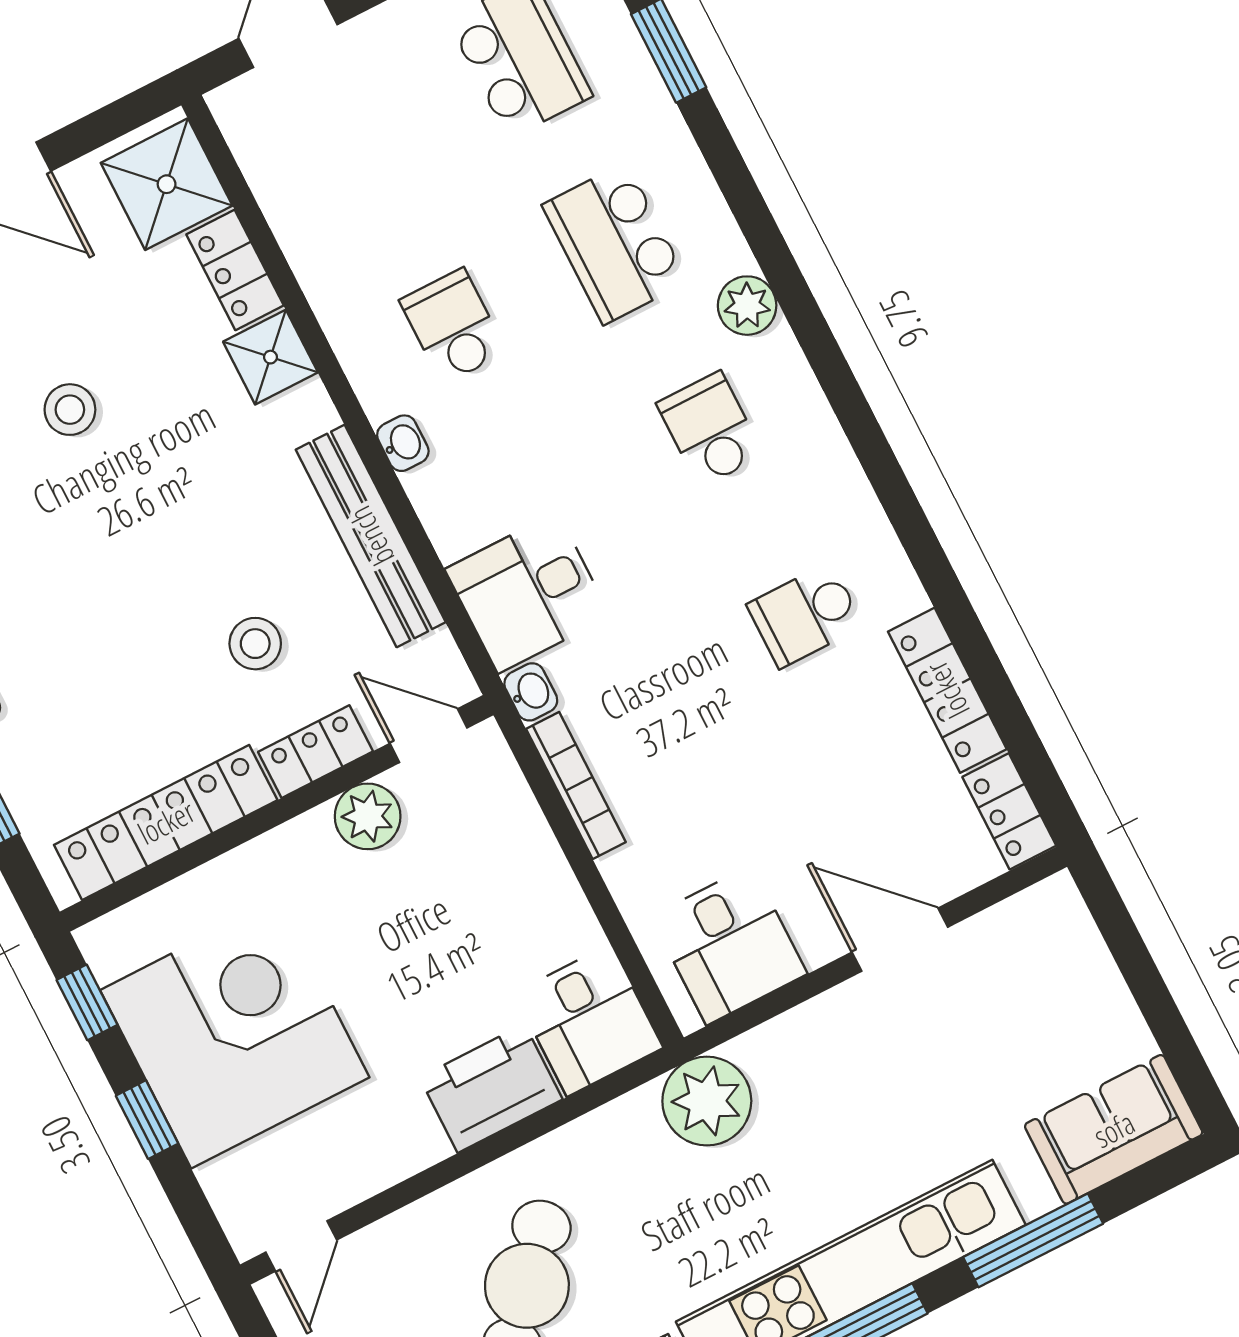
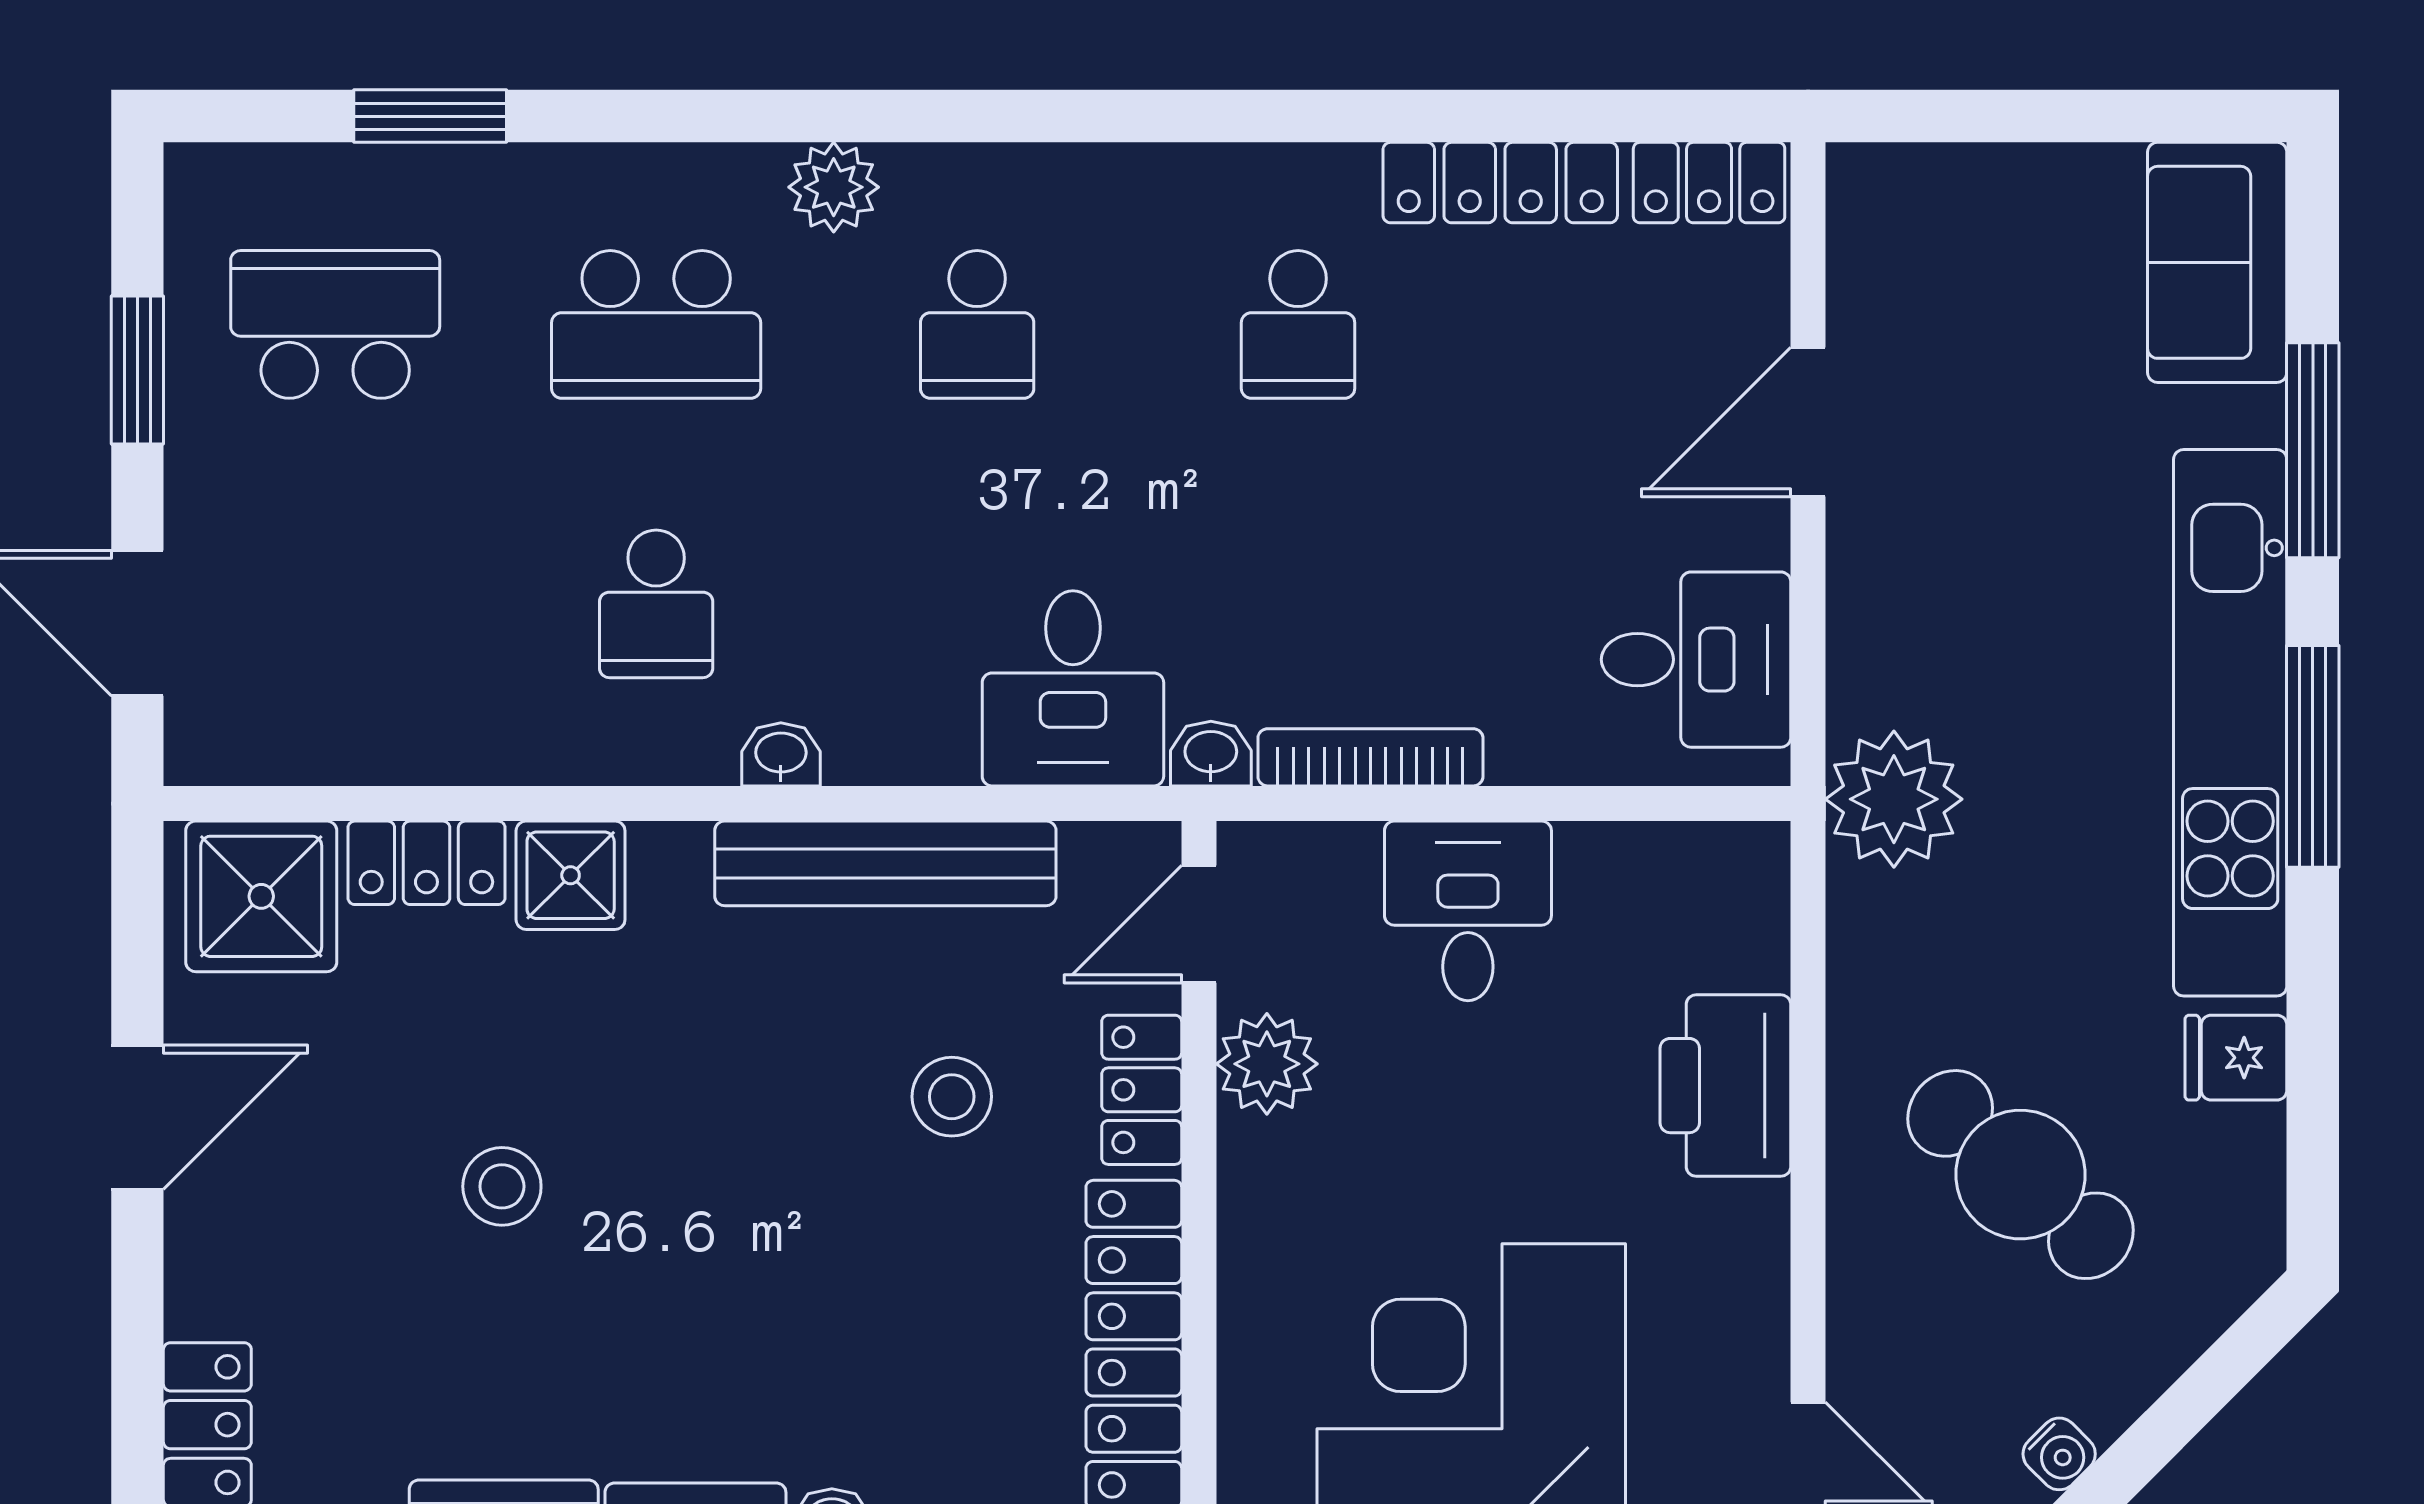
school desk: (453, 326) -> (656, 604), turned -90
school desk: (710, 429) -> (977, 324), turned -90
desk: (589, 1020) -> (1468, 911), moved, turned -90

